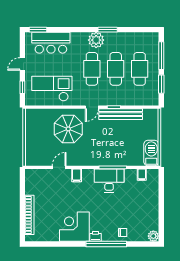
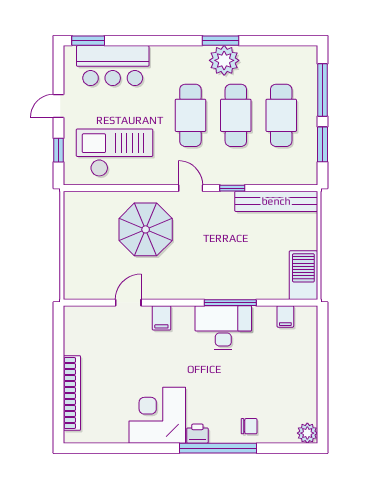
plant: (96, 40) -> (224, 60), moved
door: (92, 107) -> (191, 188), swing flipped
bench: (121, 114) -> (276, 201), moved

